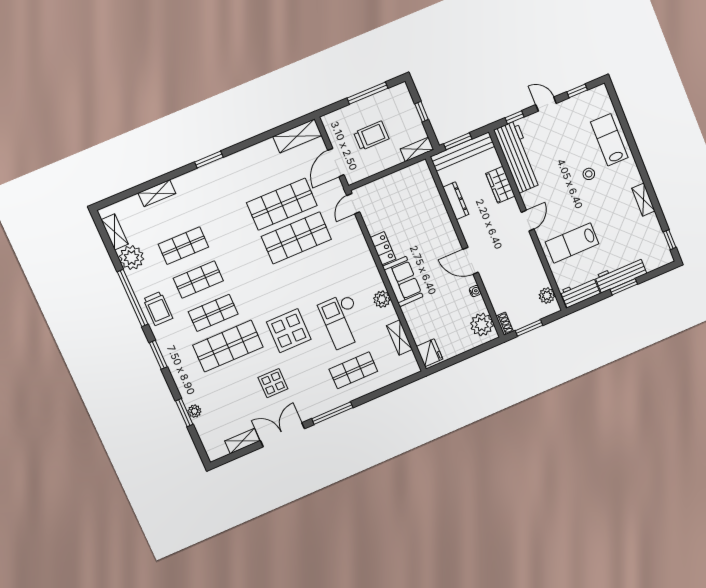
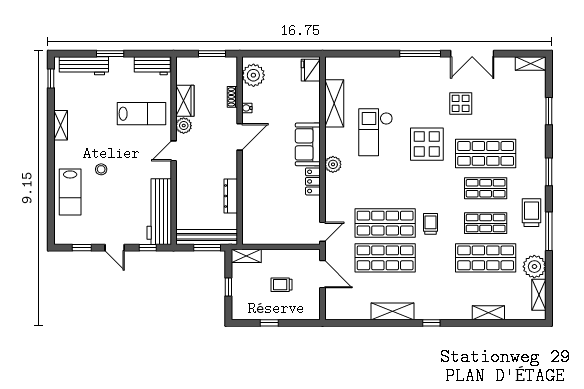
window: (367, 93) -> (269, 323), width x0.46
shelving: (297, 136) -> (392, 311), moved
trolley: (371, 136) -> (282, 285), width x0.73, depth x0.72
window: (209, 160) -> (431, 323), width x0.67
door: (336, 163) -> (323, 274), hinge flipped
wardrobe: (500, 185) -> (185, 101), moved
shop shelf: (183, 246) -> (486, 258), width x1.43, depth x1.36
trolley: (252, 256) -> (431, 224), added
door: (471, 261) -> (240, 137), hinge flipped
workbench: (621, 275) -> (84, 66), moved
plant: (547, 296) -> (184, 126), moved
window: (133, 298) -> (549, 231), width x0.68
plant: (382, 299) -> (333, 164), moved
checkout: (343, 321) -> (376, 132), turned 180
shoe rack: (505, 324) -> (232, 97), moved
shelving: (399, 338) -> (334, 103), width x1.50, depth x1.33
shop shelf: (353, 370) -> (385, 84), removed
plant: (194, 411) -> (540, 109), removed
shelving: (242, 441) -> (531, 63), moved

